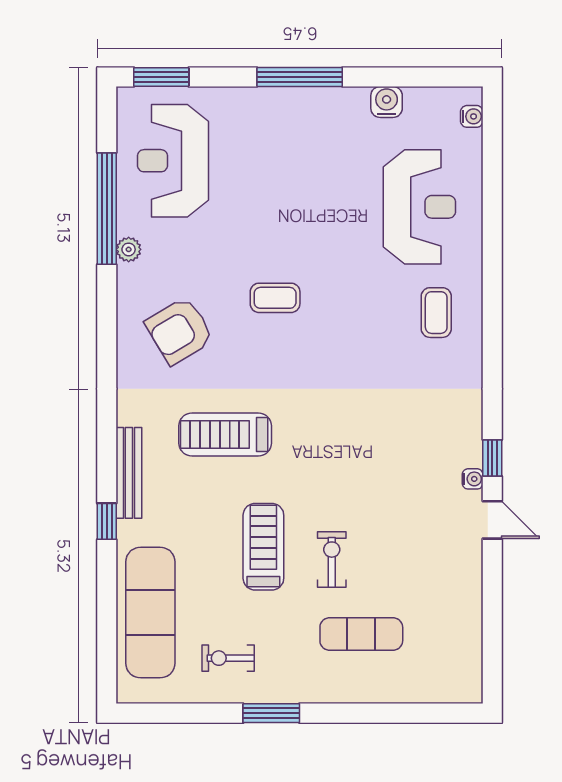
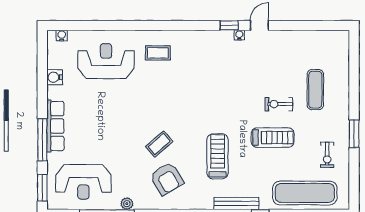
window: (300, 77) -> (42, 140), moved
row of seats: (287, 104) -> (55, 126), added
coffee table: (275, 298) -> (159, 144), moved, turned 49
treadmill: (225, 435) -> (218, 156), turned 180
treadmill: (263, 547) -> (273, 138), turned 180

